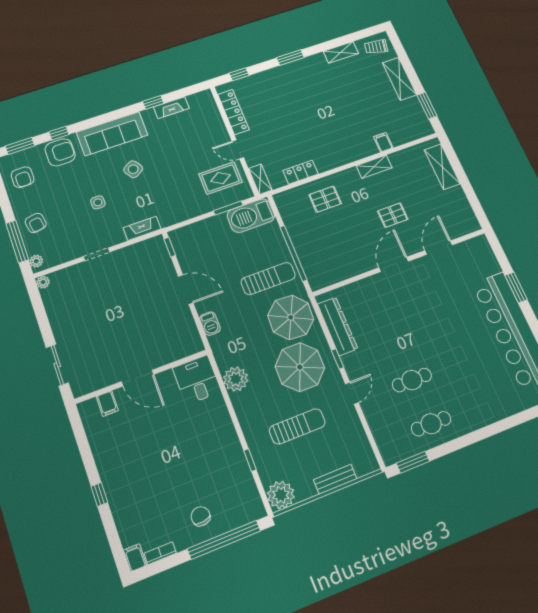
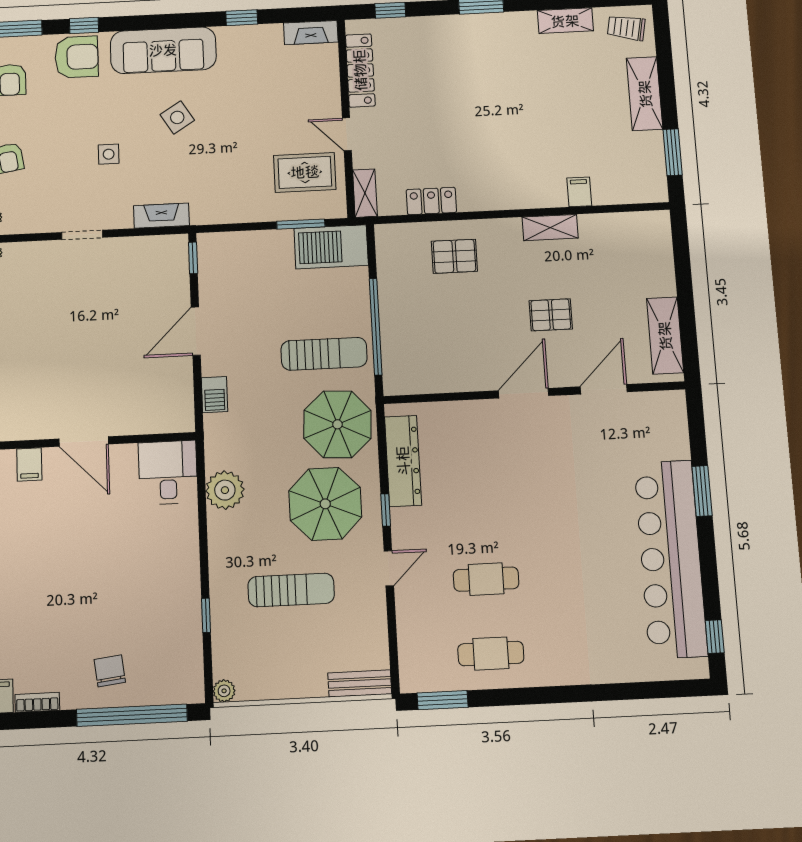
fireplace: (171, 108) -> (311, 33), moved
shelving: (442, 167) -> (665, 336), moved
door: (186, 290) -> (196, 331), swing flipped
bench: (335, 479) -> (360, 683), moved
plant: (281, 495) -> (224, 691), width x0.53, depth x0.53

